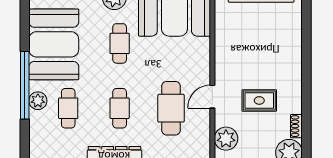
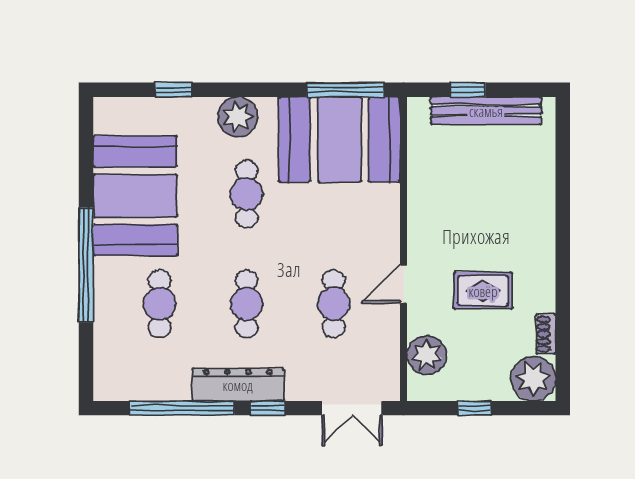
plant: (38, 101) -> (108, 291), removed
cafe table: (171, 108) -> (334, 304), width x0.73, depth x0.74

